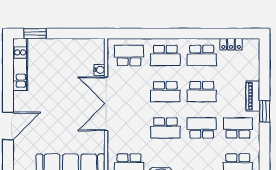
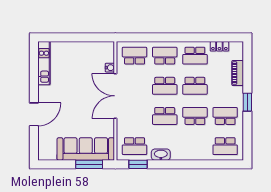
window: (35, 34) -> (56, 37), removed
school desk: (165, 55) -> (165, 56), turned 180
piano: (253, 96) -> (238, 73), moved

